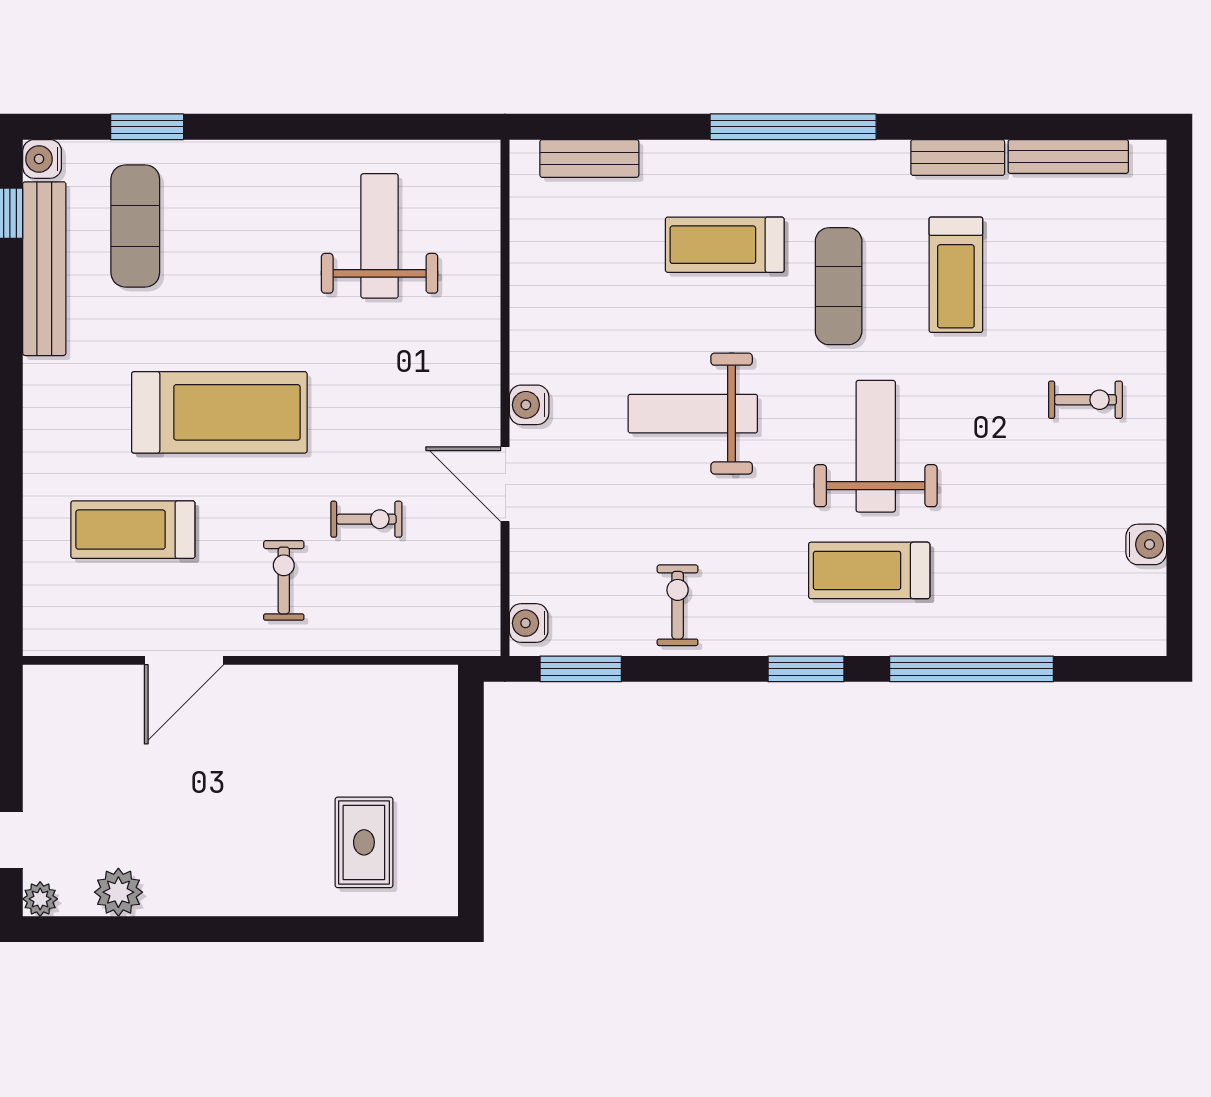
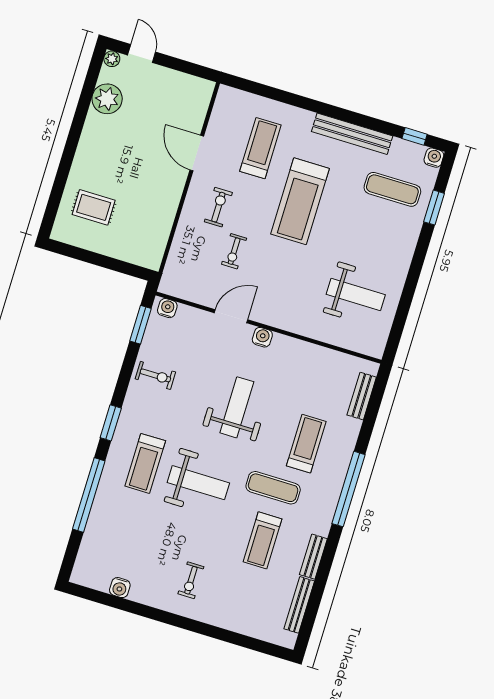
bench: (44, 269) -> (352, 134), moved
treadmill: (956, 275) -> (263, 540), turned -90
treadmill: (869, 570) -> (145, 463), turned 180
exercise bike: (284, 580) -> (218, 207), turned -90
plant: (118, 892) -> (107, 99), width x1.36, depth x1.36

